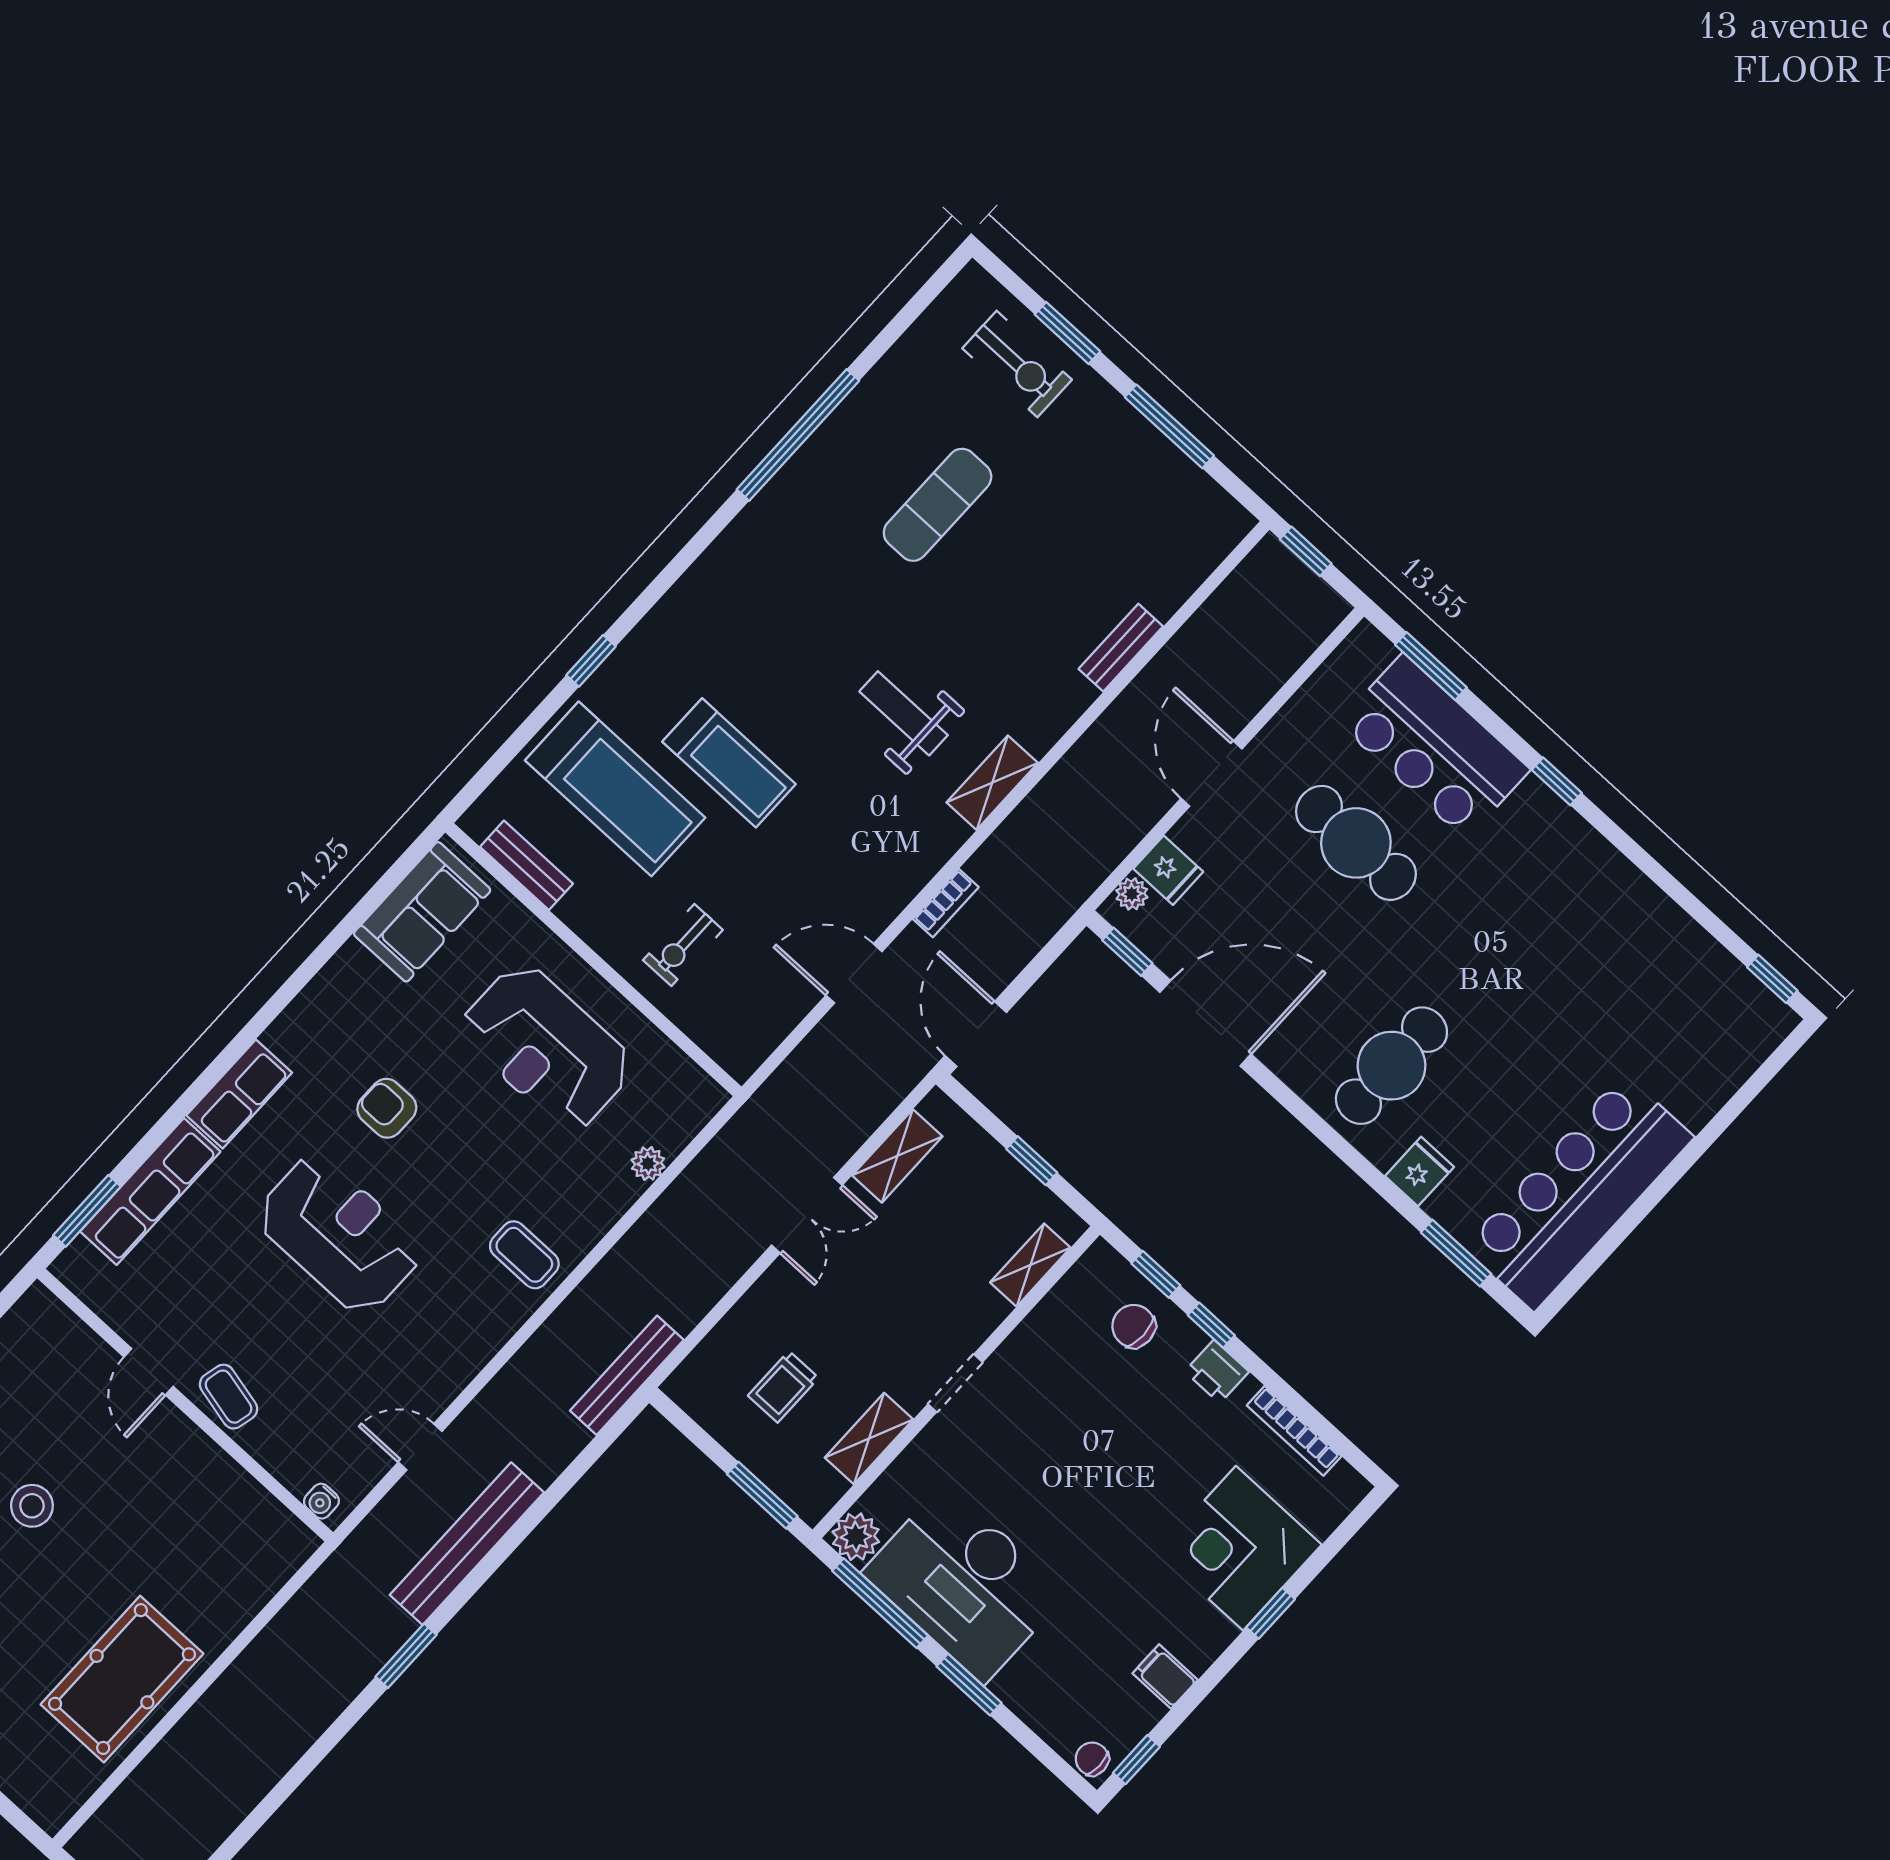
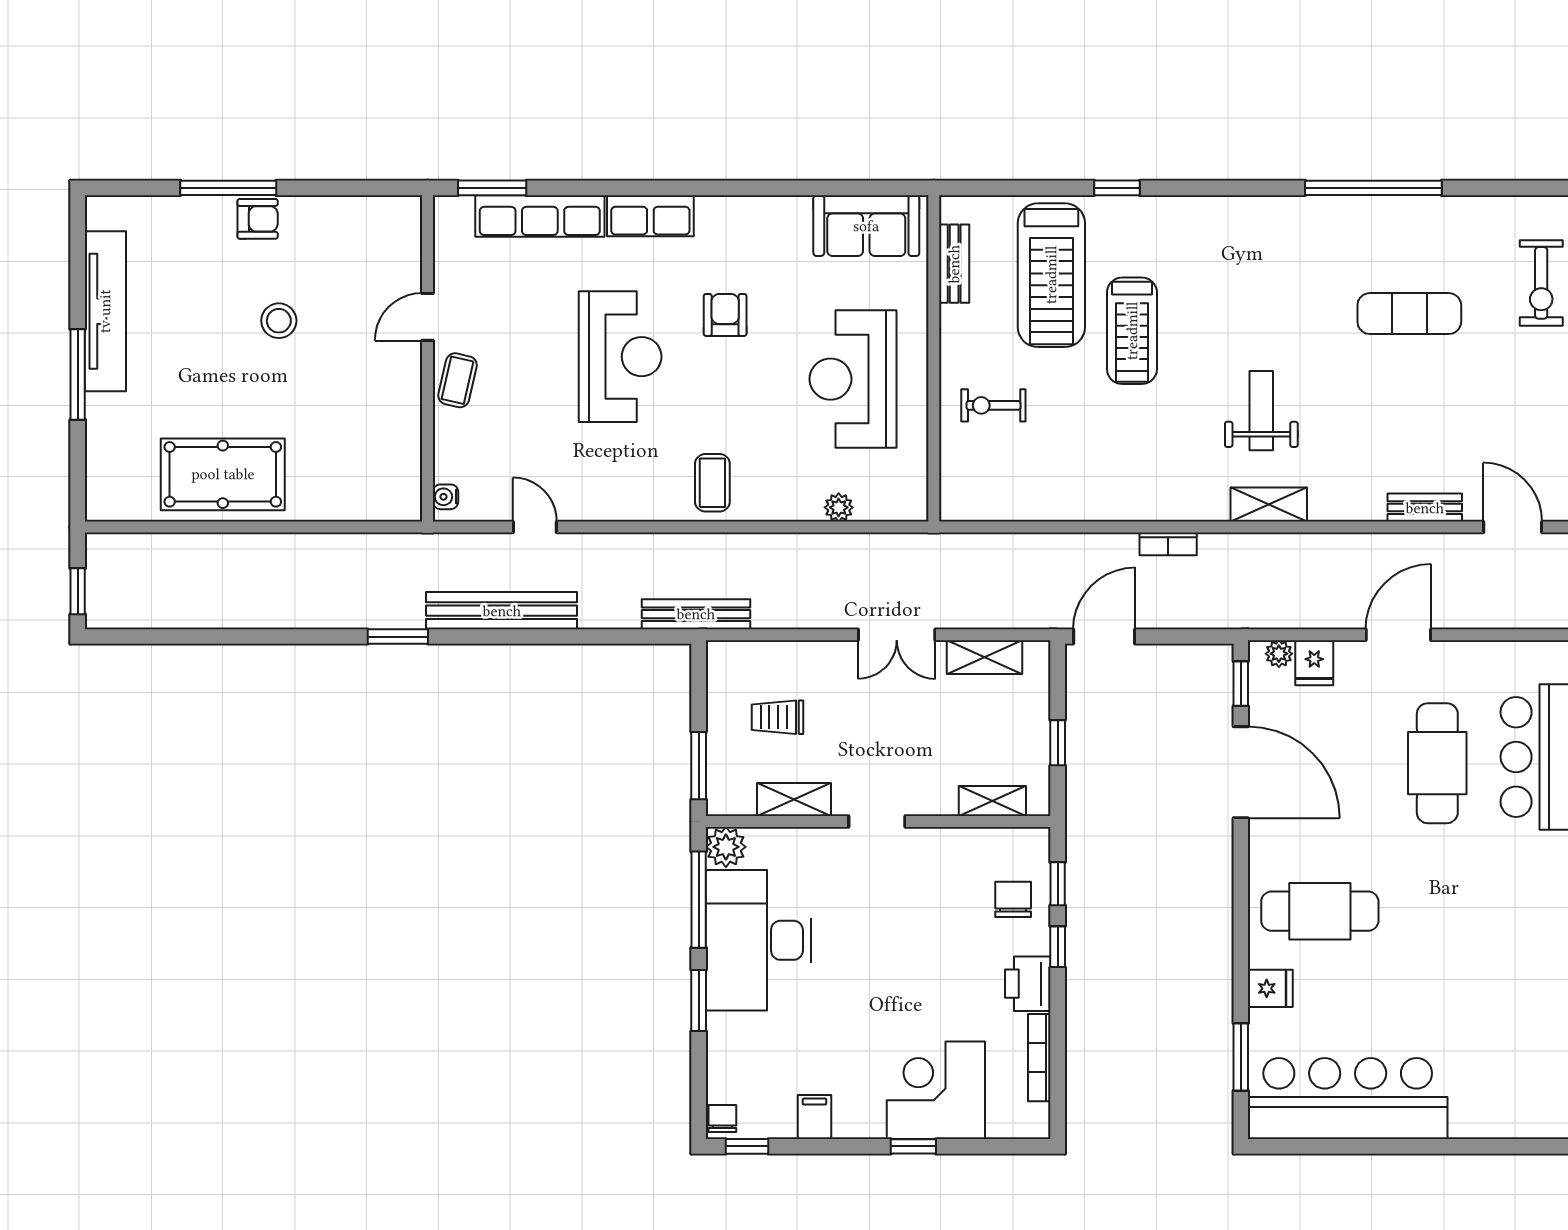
door: (854, 973) -> (1513, 527), moved
printer: (1217, 1372) -> (1028, 984), width x1.36, depth x1.24

